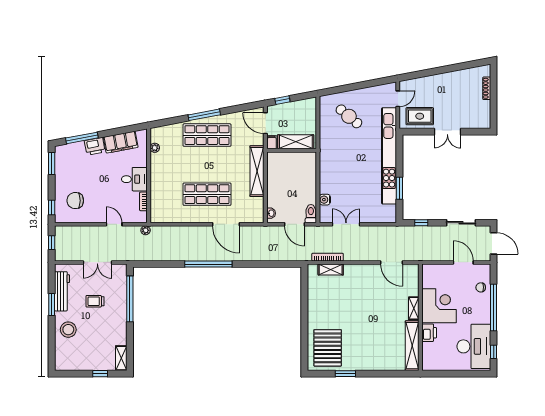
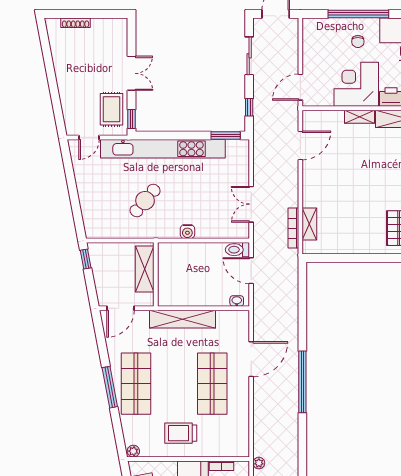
door: (398, 99) -> (89, 137), swing flipped
window: (282, 100) -> (86, 259), moved
cafe table: (349, 116) -> (145, 201), moved
window: (412, 132) -> (132, 119), added
filing cabinet: (272, 142) -> (145, 300), removed
plant: (155, 148) -> (133, 451), moved
trolley: (169, 170) -> (181, 433), added
window: (399, 188) -> (226, 135), moved
water cooler: (325, 200) -> (187, 232), moved
door: (295, 224) -> (251, 271), swing flipped
door: (463, 262) -> (300, 87), moved
chair: (481, 287) -> (358, 42), moved

